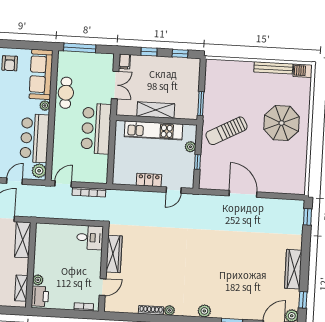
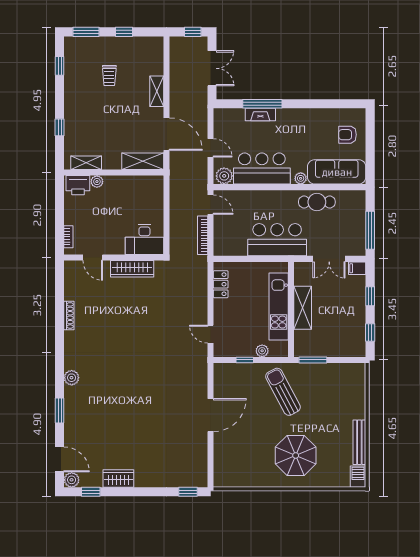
window: (80, 48) -> (370, 230), moved
locker: (149, 180) -> (221, 284), moved
desk: (90, 238) -> (144, 239), width x1.37
wardrobe: (293, 269) -> (118, 479), width x0.67
plant: (169, 310) -> (70, 337), removed

